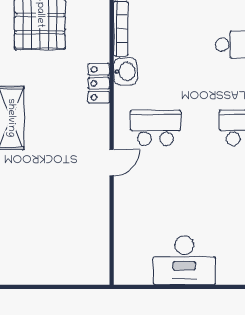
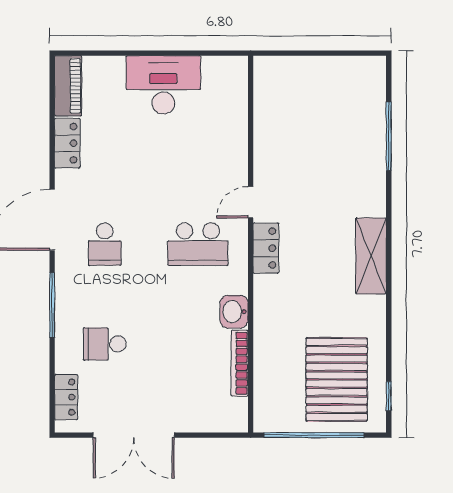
locker: (99, 83) -> (266, 248), moved

